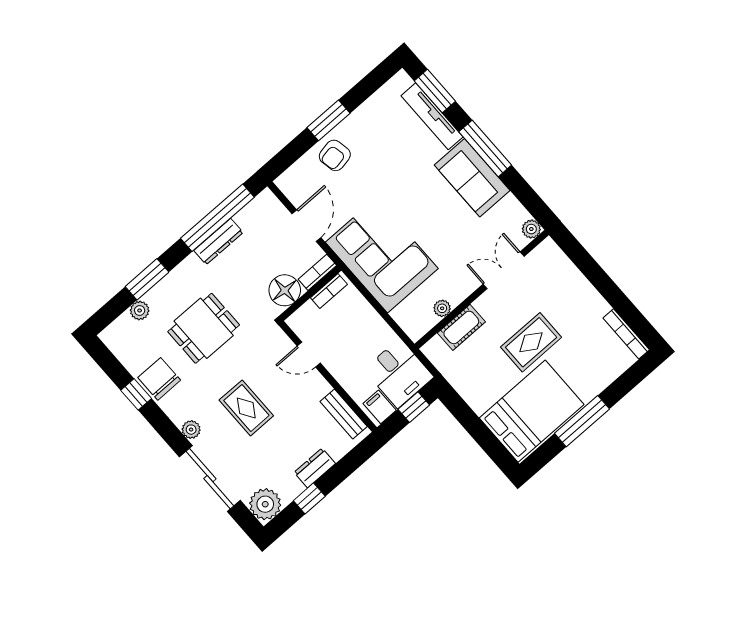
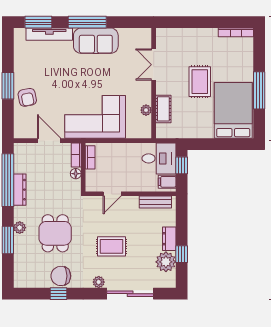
plant: (531, 229) -> (145, 34), removed
floor lamp: (285, 290) -> (76, 174), width x0.53, depth x0.53
plant: (140, 311) -> (20, 228), moved
plant: (265, 504) -> (166, 262), moved

